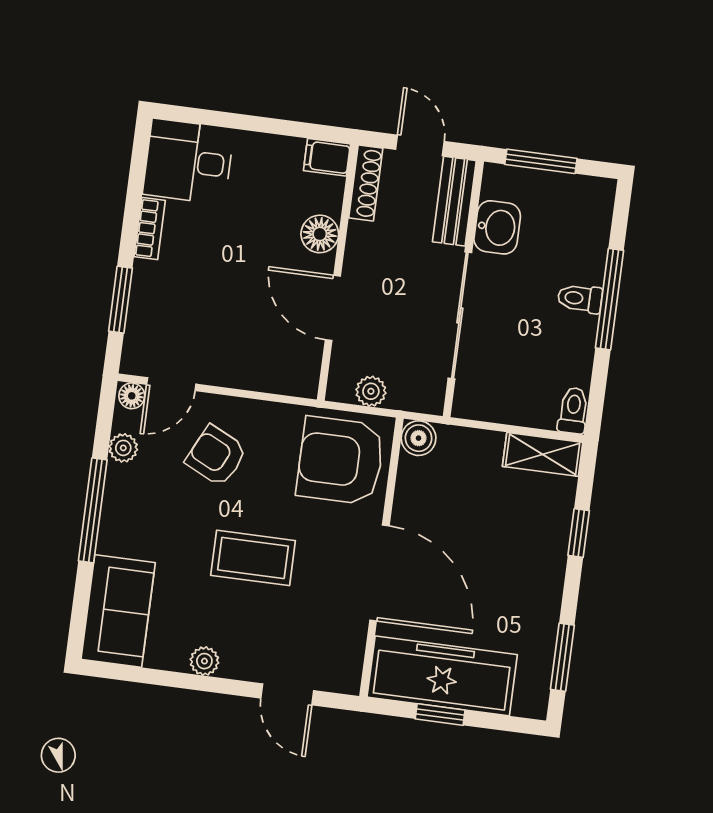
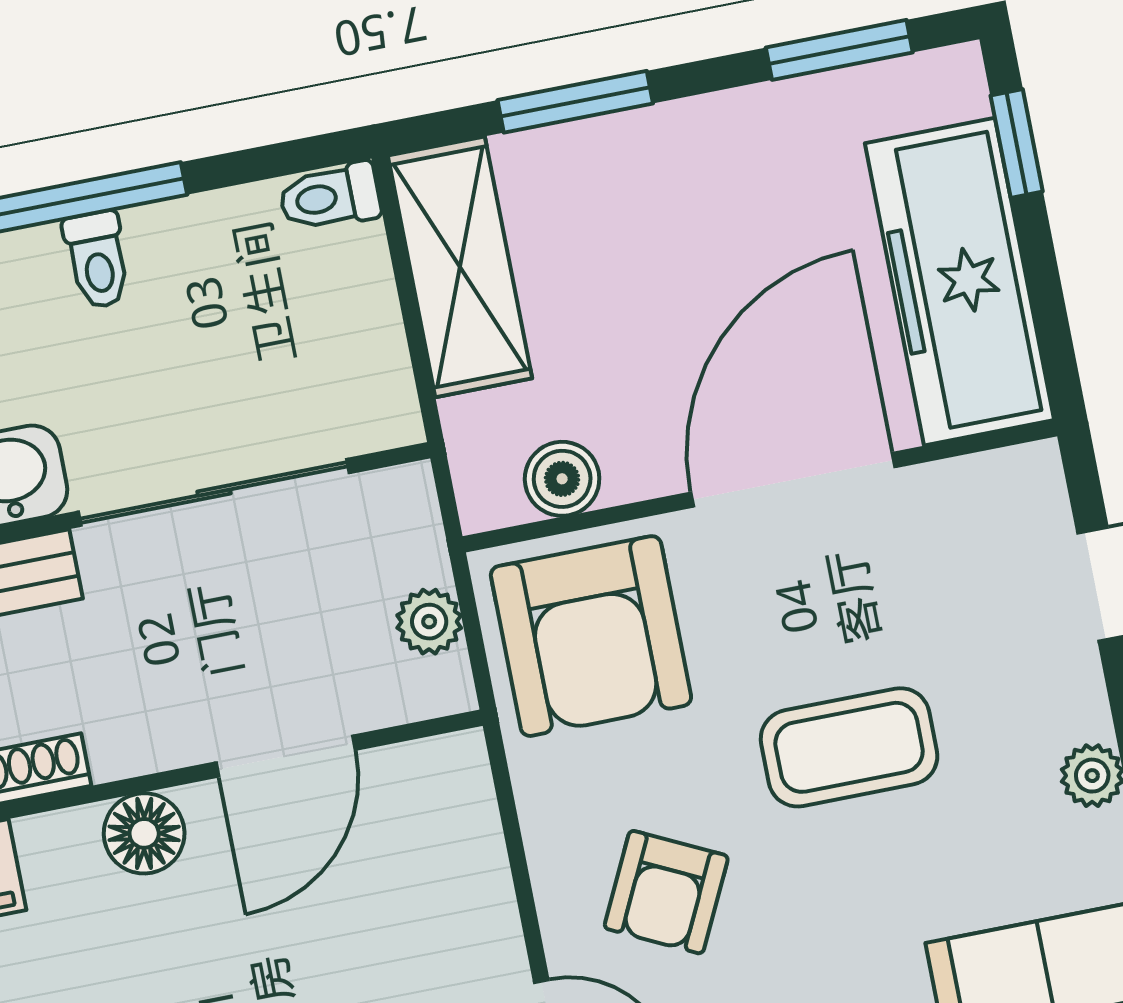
boiler: (419, 438) -> (562, 479), moved
shelving: (543, 454) -> (460, 267), width x1.50, depth x1.33
window: (579, 533) -> (575, 102), width x1.50
coffee table: (253, 558) -> (849, 747), turned 90
window: (440, 714) -> (1017, 144), moved

